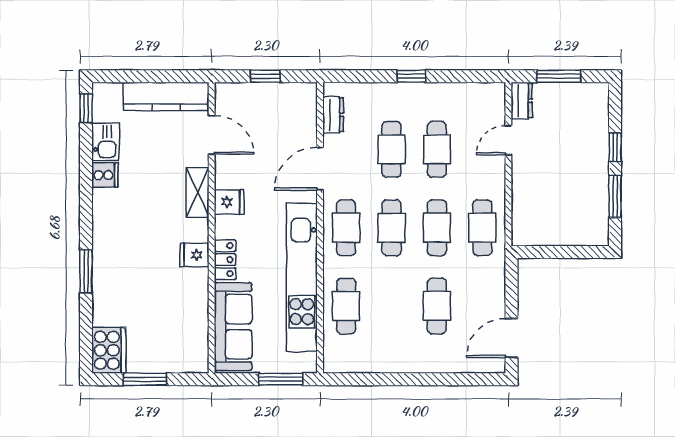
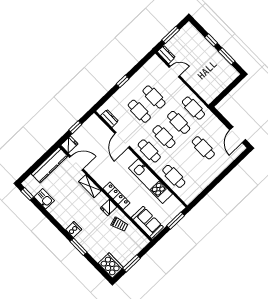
door: (508, 140) -> (174, 71), swing flipped
cooker: (105, 175) -> (74, 230), moved
fridge: (229, 202) -> (69, 144), moved
locker: (225, 260) -> (116, 196), width x1.53
kitchen unit: (302, 278) -> (150, 181), width x0.73
trolley: (186, 299) -> (120, 224), added
sofa: (233, 327) -> (147, 222), width x0.73

